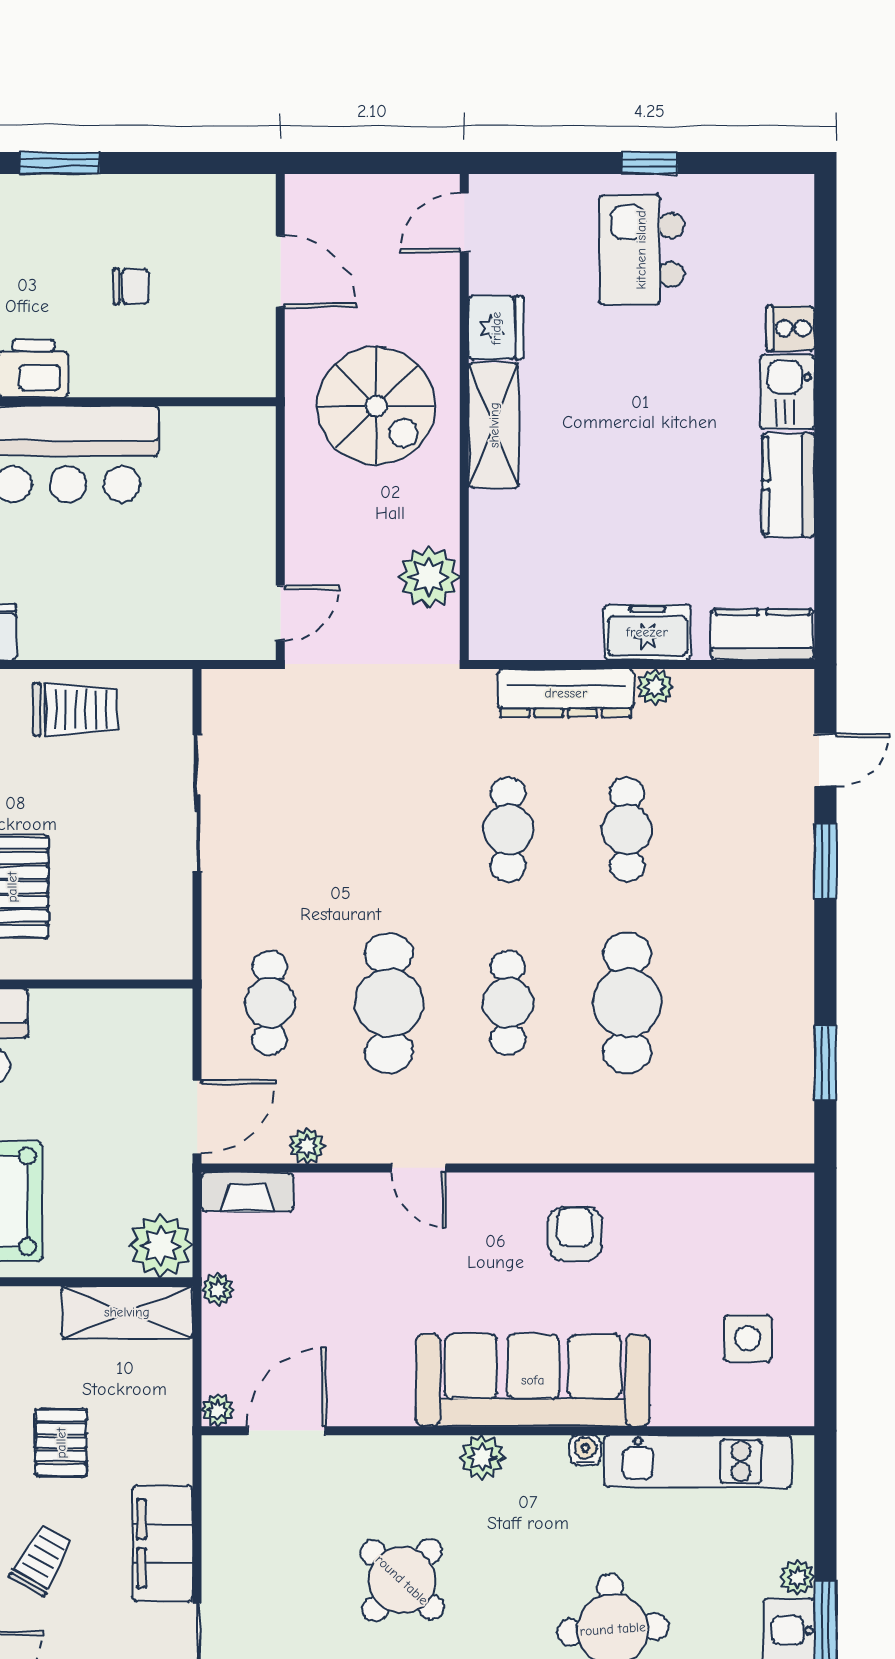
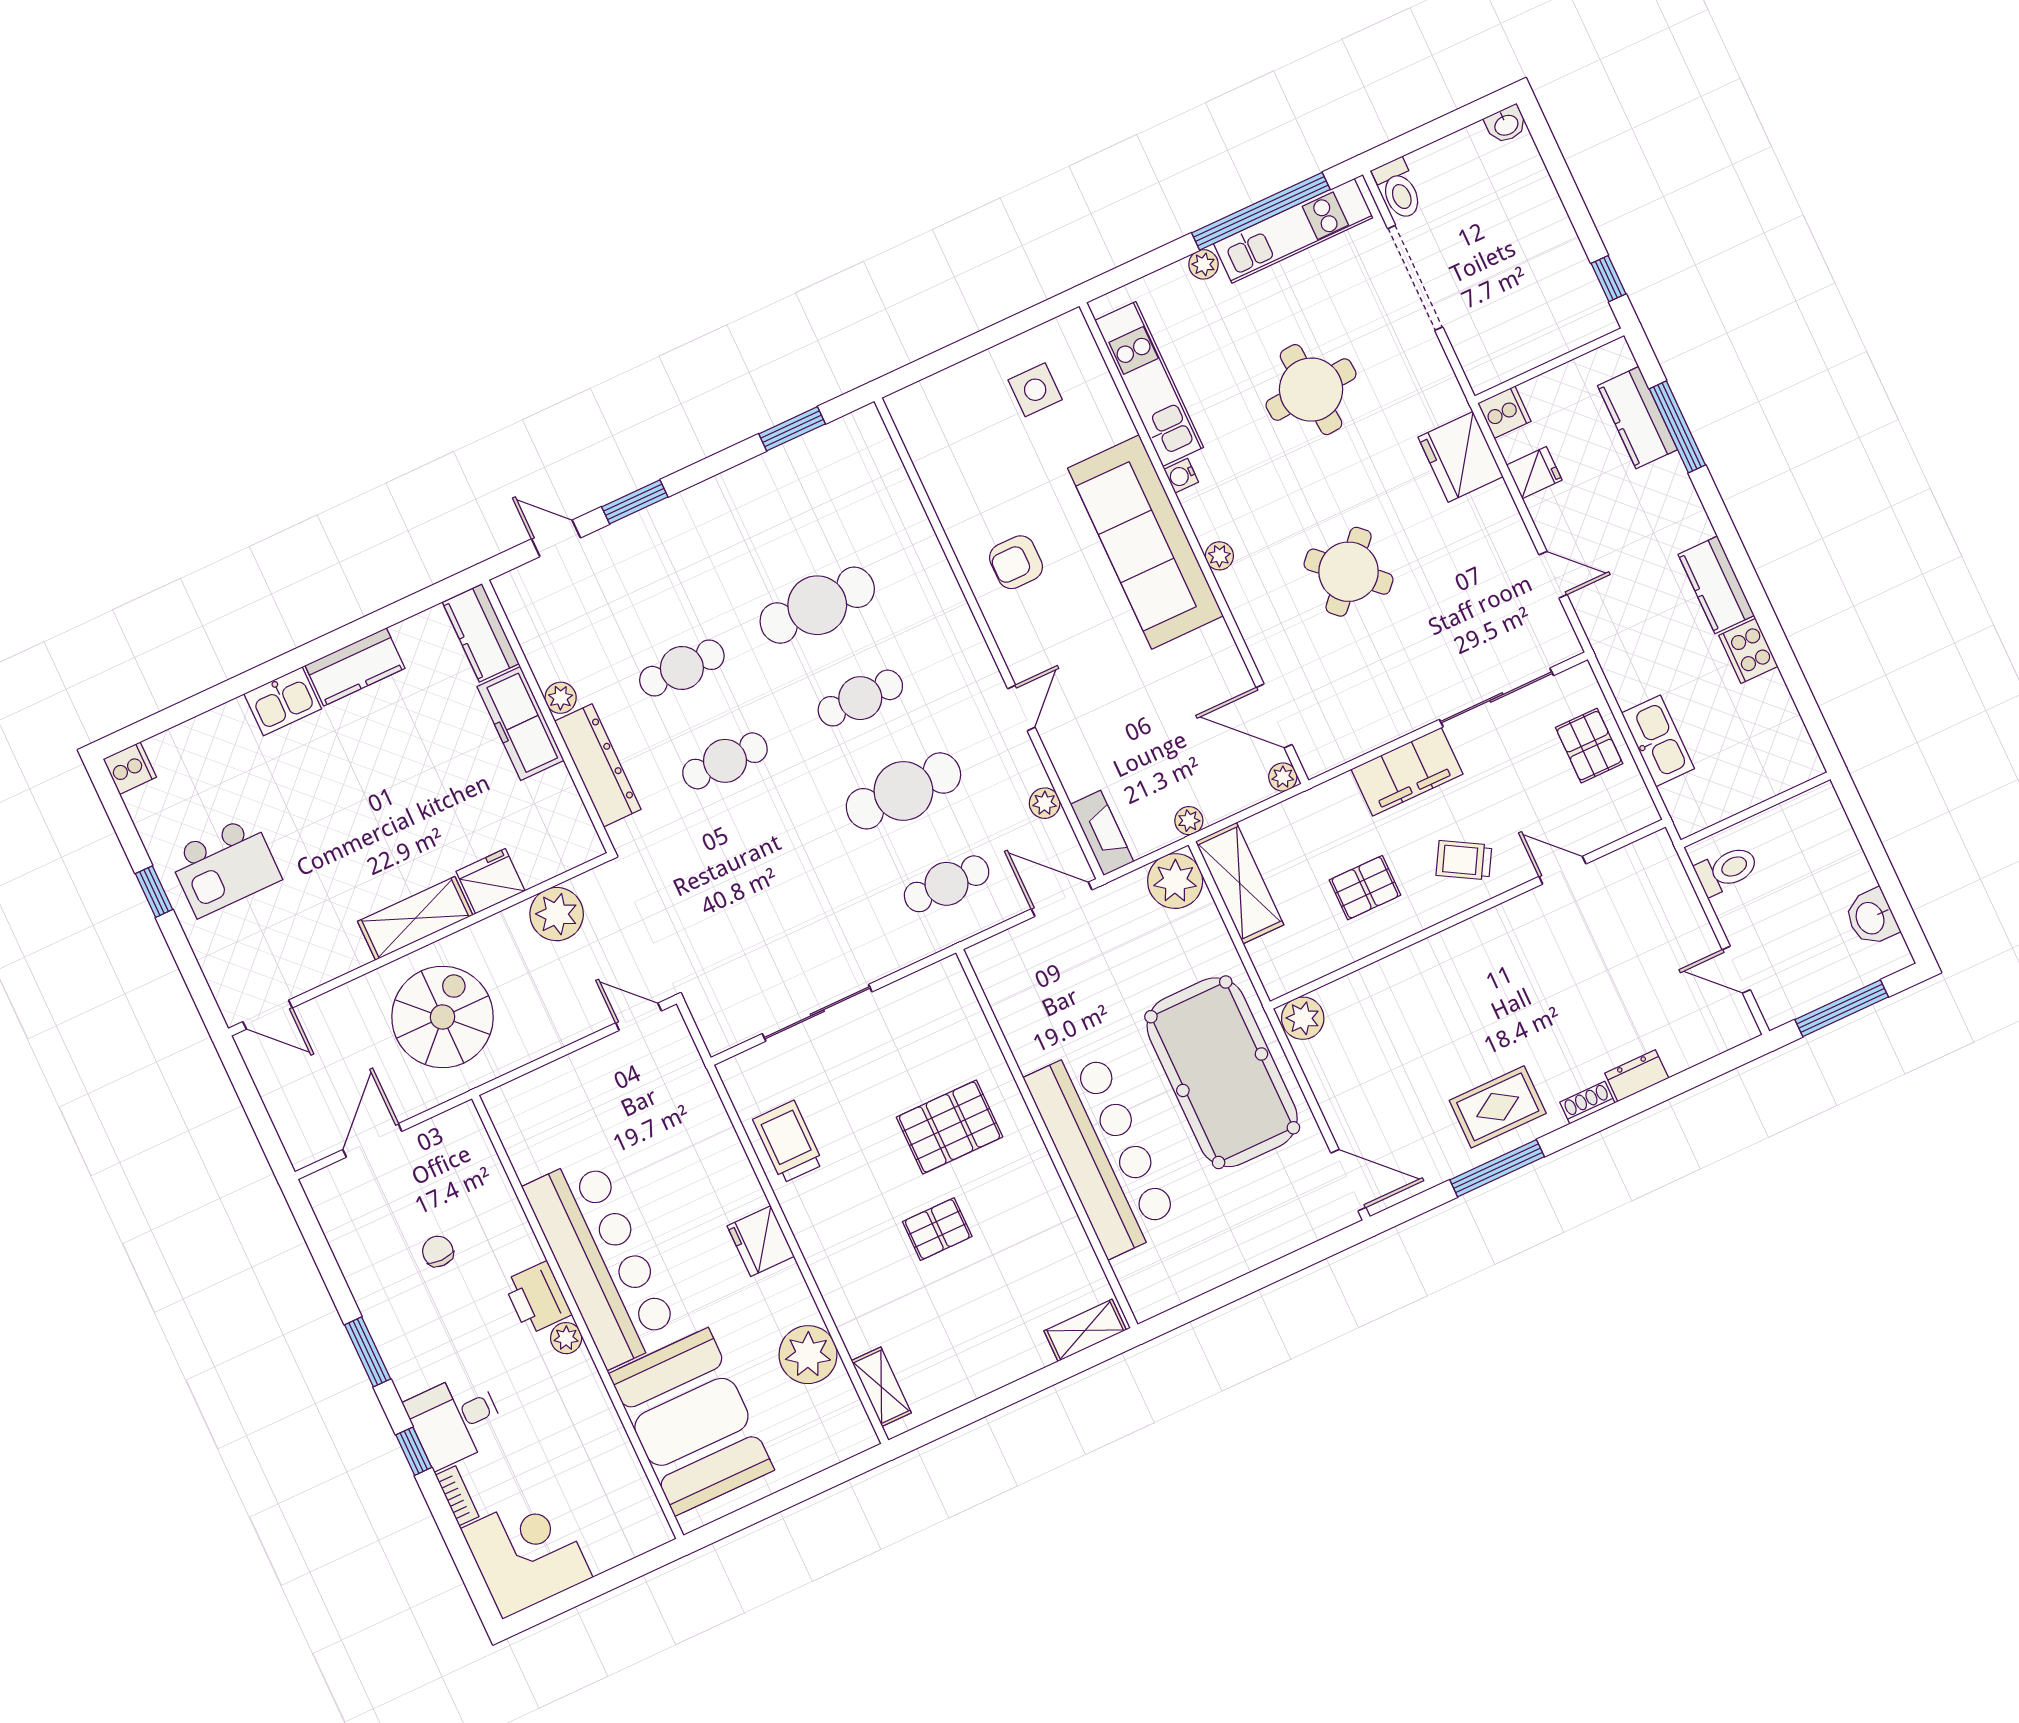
fridge: (496, 328) -> (490, 881), moved
cooker: (791, 328) -> (130, 768), moved, turned -90
freezer: (647, 632) -> (521, 724), width x1.40
plant: (482, 1458) -> (1219, 556), width x0.73, depth x0.73

